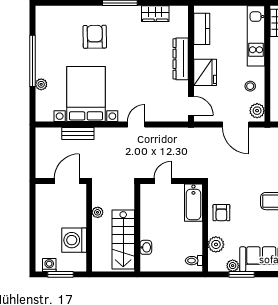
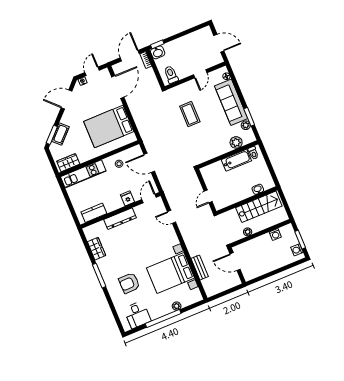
desk: (51, 30) -> (137, 315), added
fridge: (205, 72) -> (127, 198), width x0.53, depth x0.75
plant: (257, 111) -> (134, 152), removed
door: (136, 124) -> (172, 217), moved
door: (236, 124) -> (149, 163), swing flipped
door: (163, 181) -> (208, 196), hinge flipped
bathtub: (193, 203) -> (236, 160), moved
armchair: (221, 213) -> (213, 148), removed
washing machine: (74, 240) -> (275, 234), width x0.53, depth x0.53

